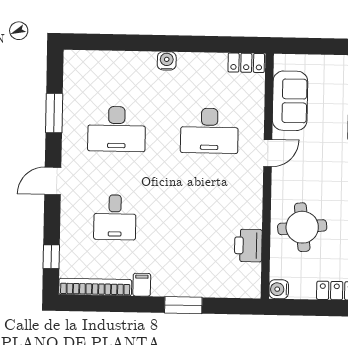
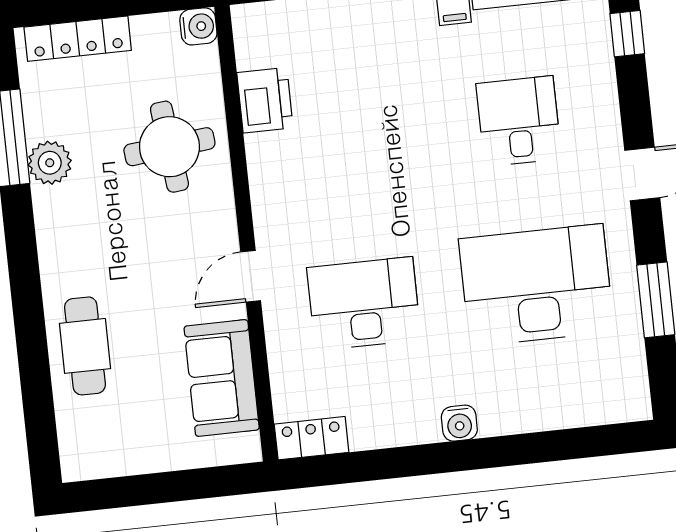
desk: (117, 129) -> (536, 285), width x1.36, depth x1.30

